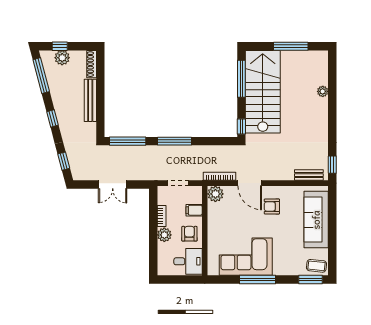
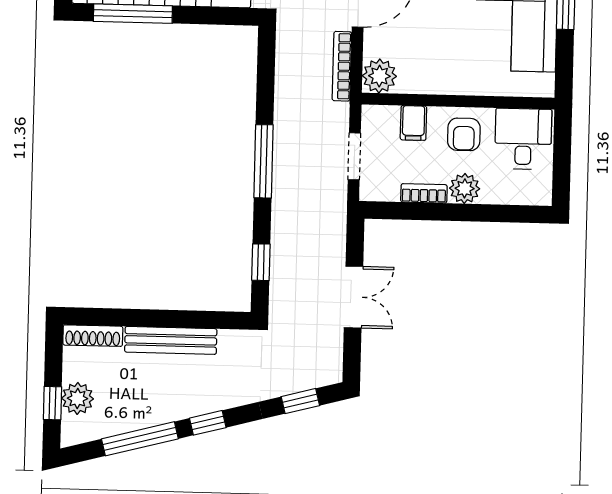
window: (41, 76) -> (140, 439), moved
window: (241, 127) -> (236, 16), removed
window: (128, 141) -> (261, 262), width x0.46
armchair: (189, 234) -> (464, 134), turned -90

